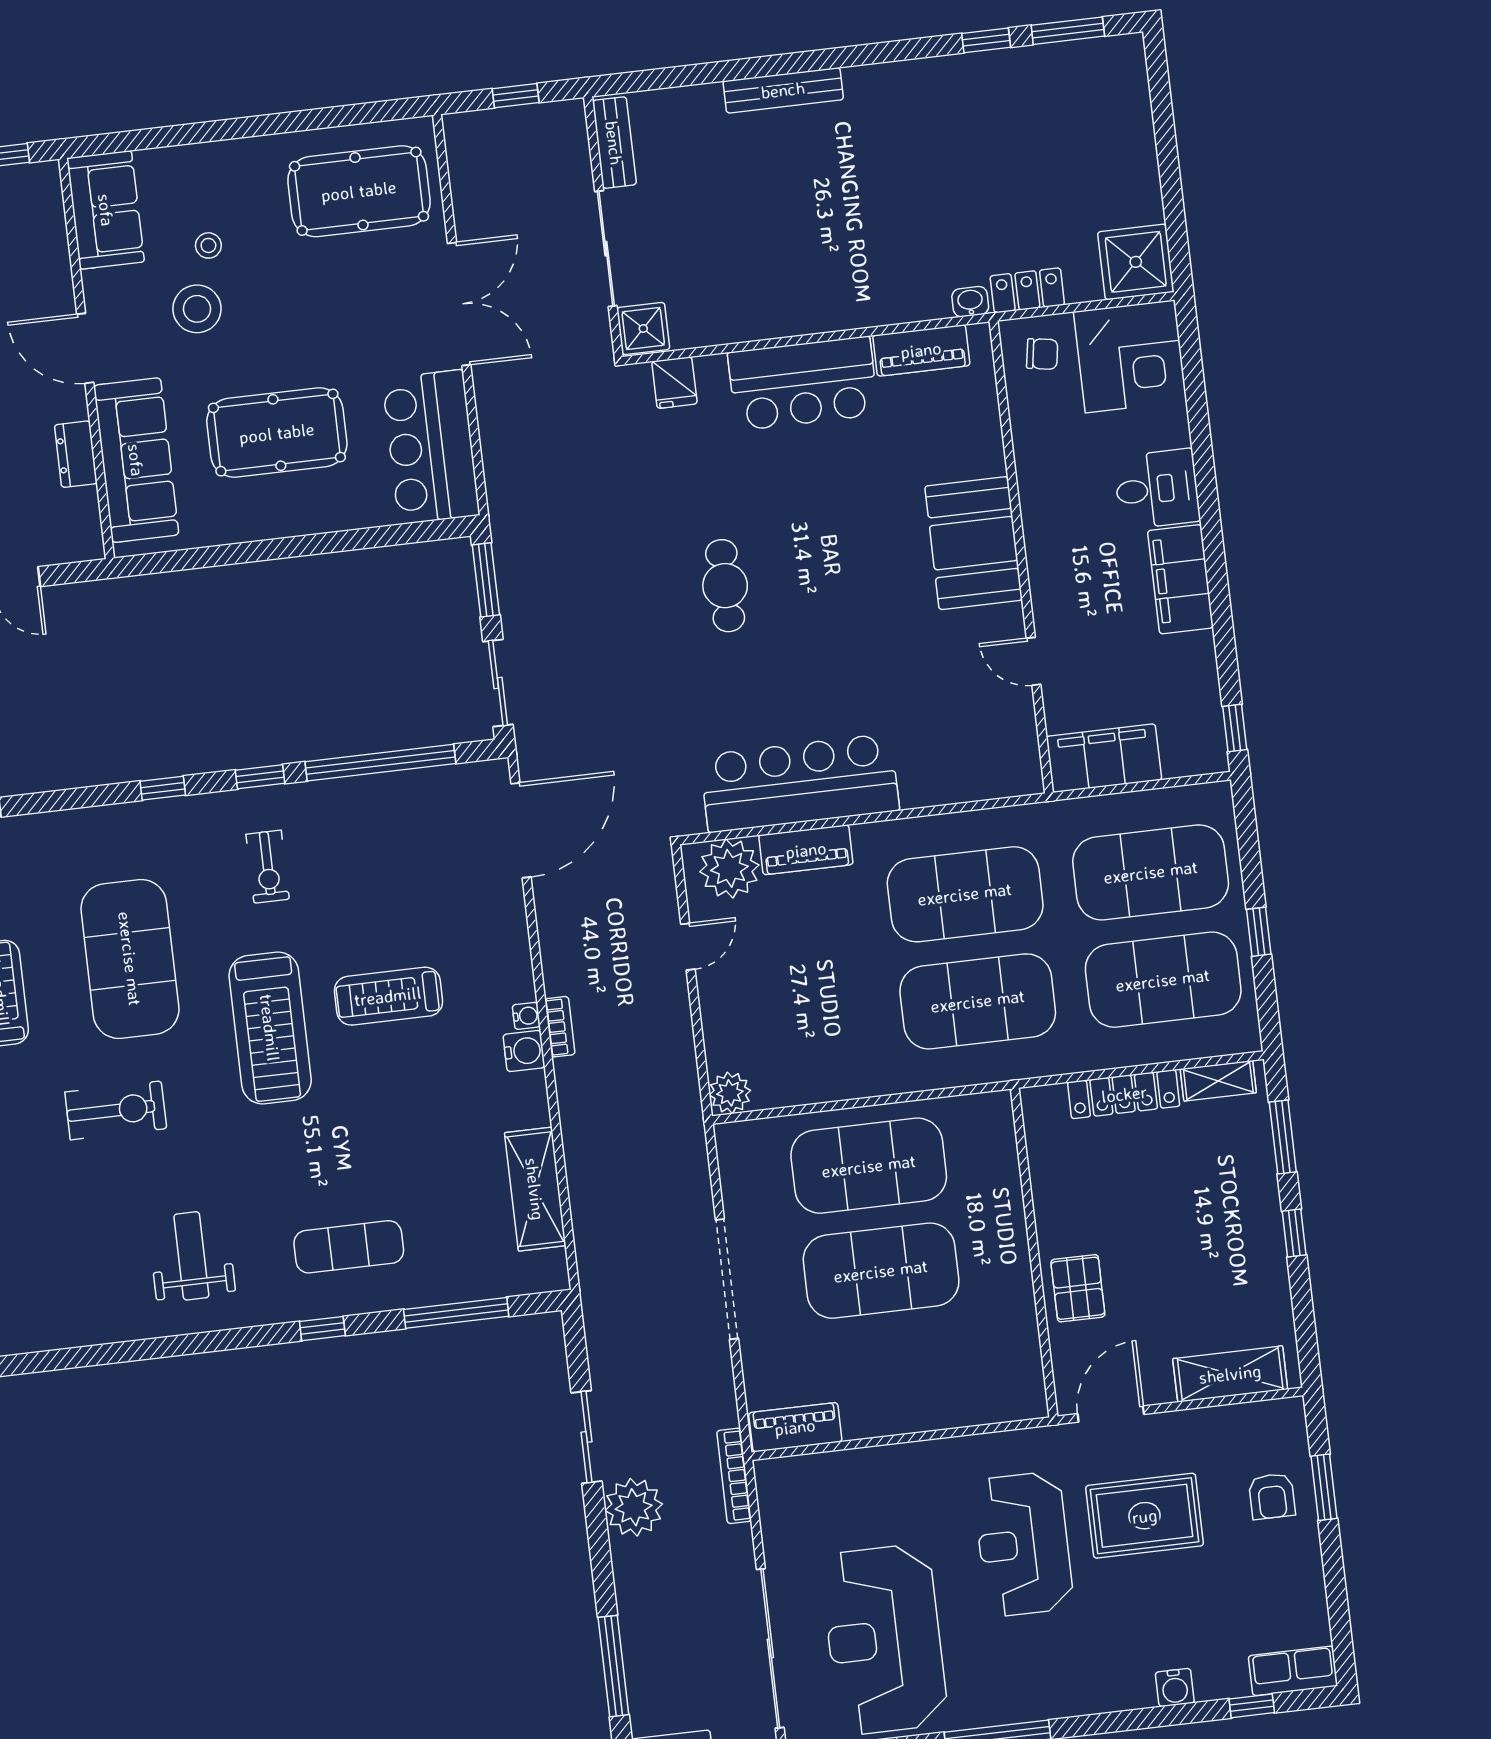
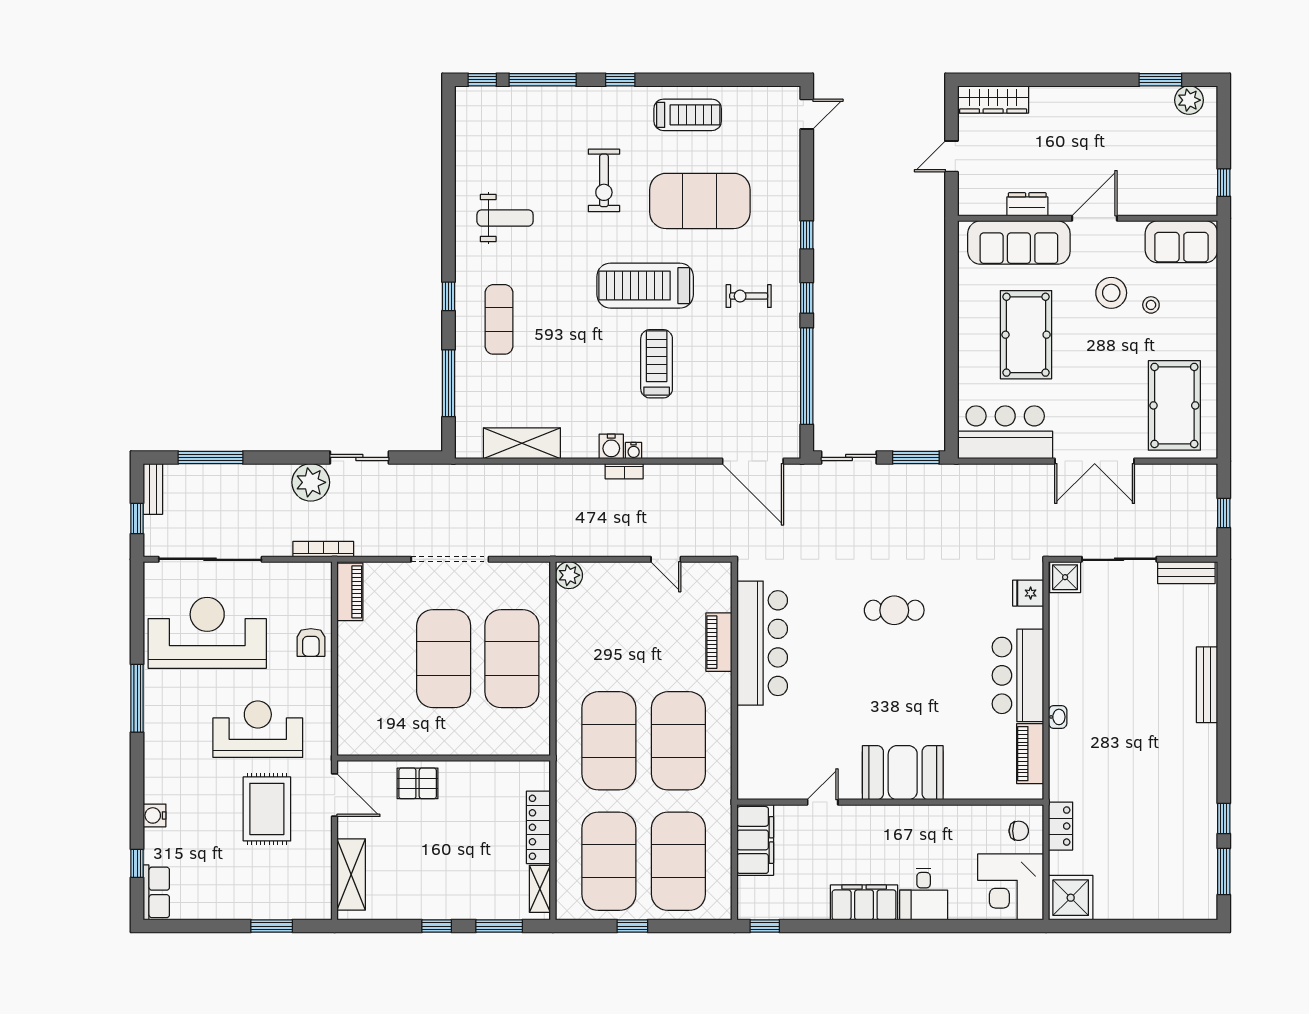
washbasin: (970, 302) -> (1058, 717), moved
chair: (1042, 354) -> (1019, 831), turned -99
plant: (729, 868) -> (713, 592), removed
armchair: (1272, 1496) -> (311, 642), moved, turned -90

